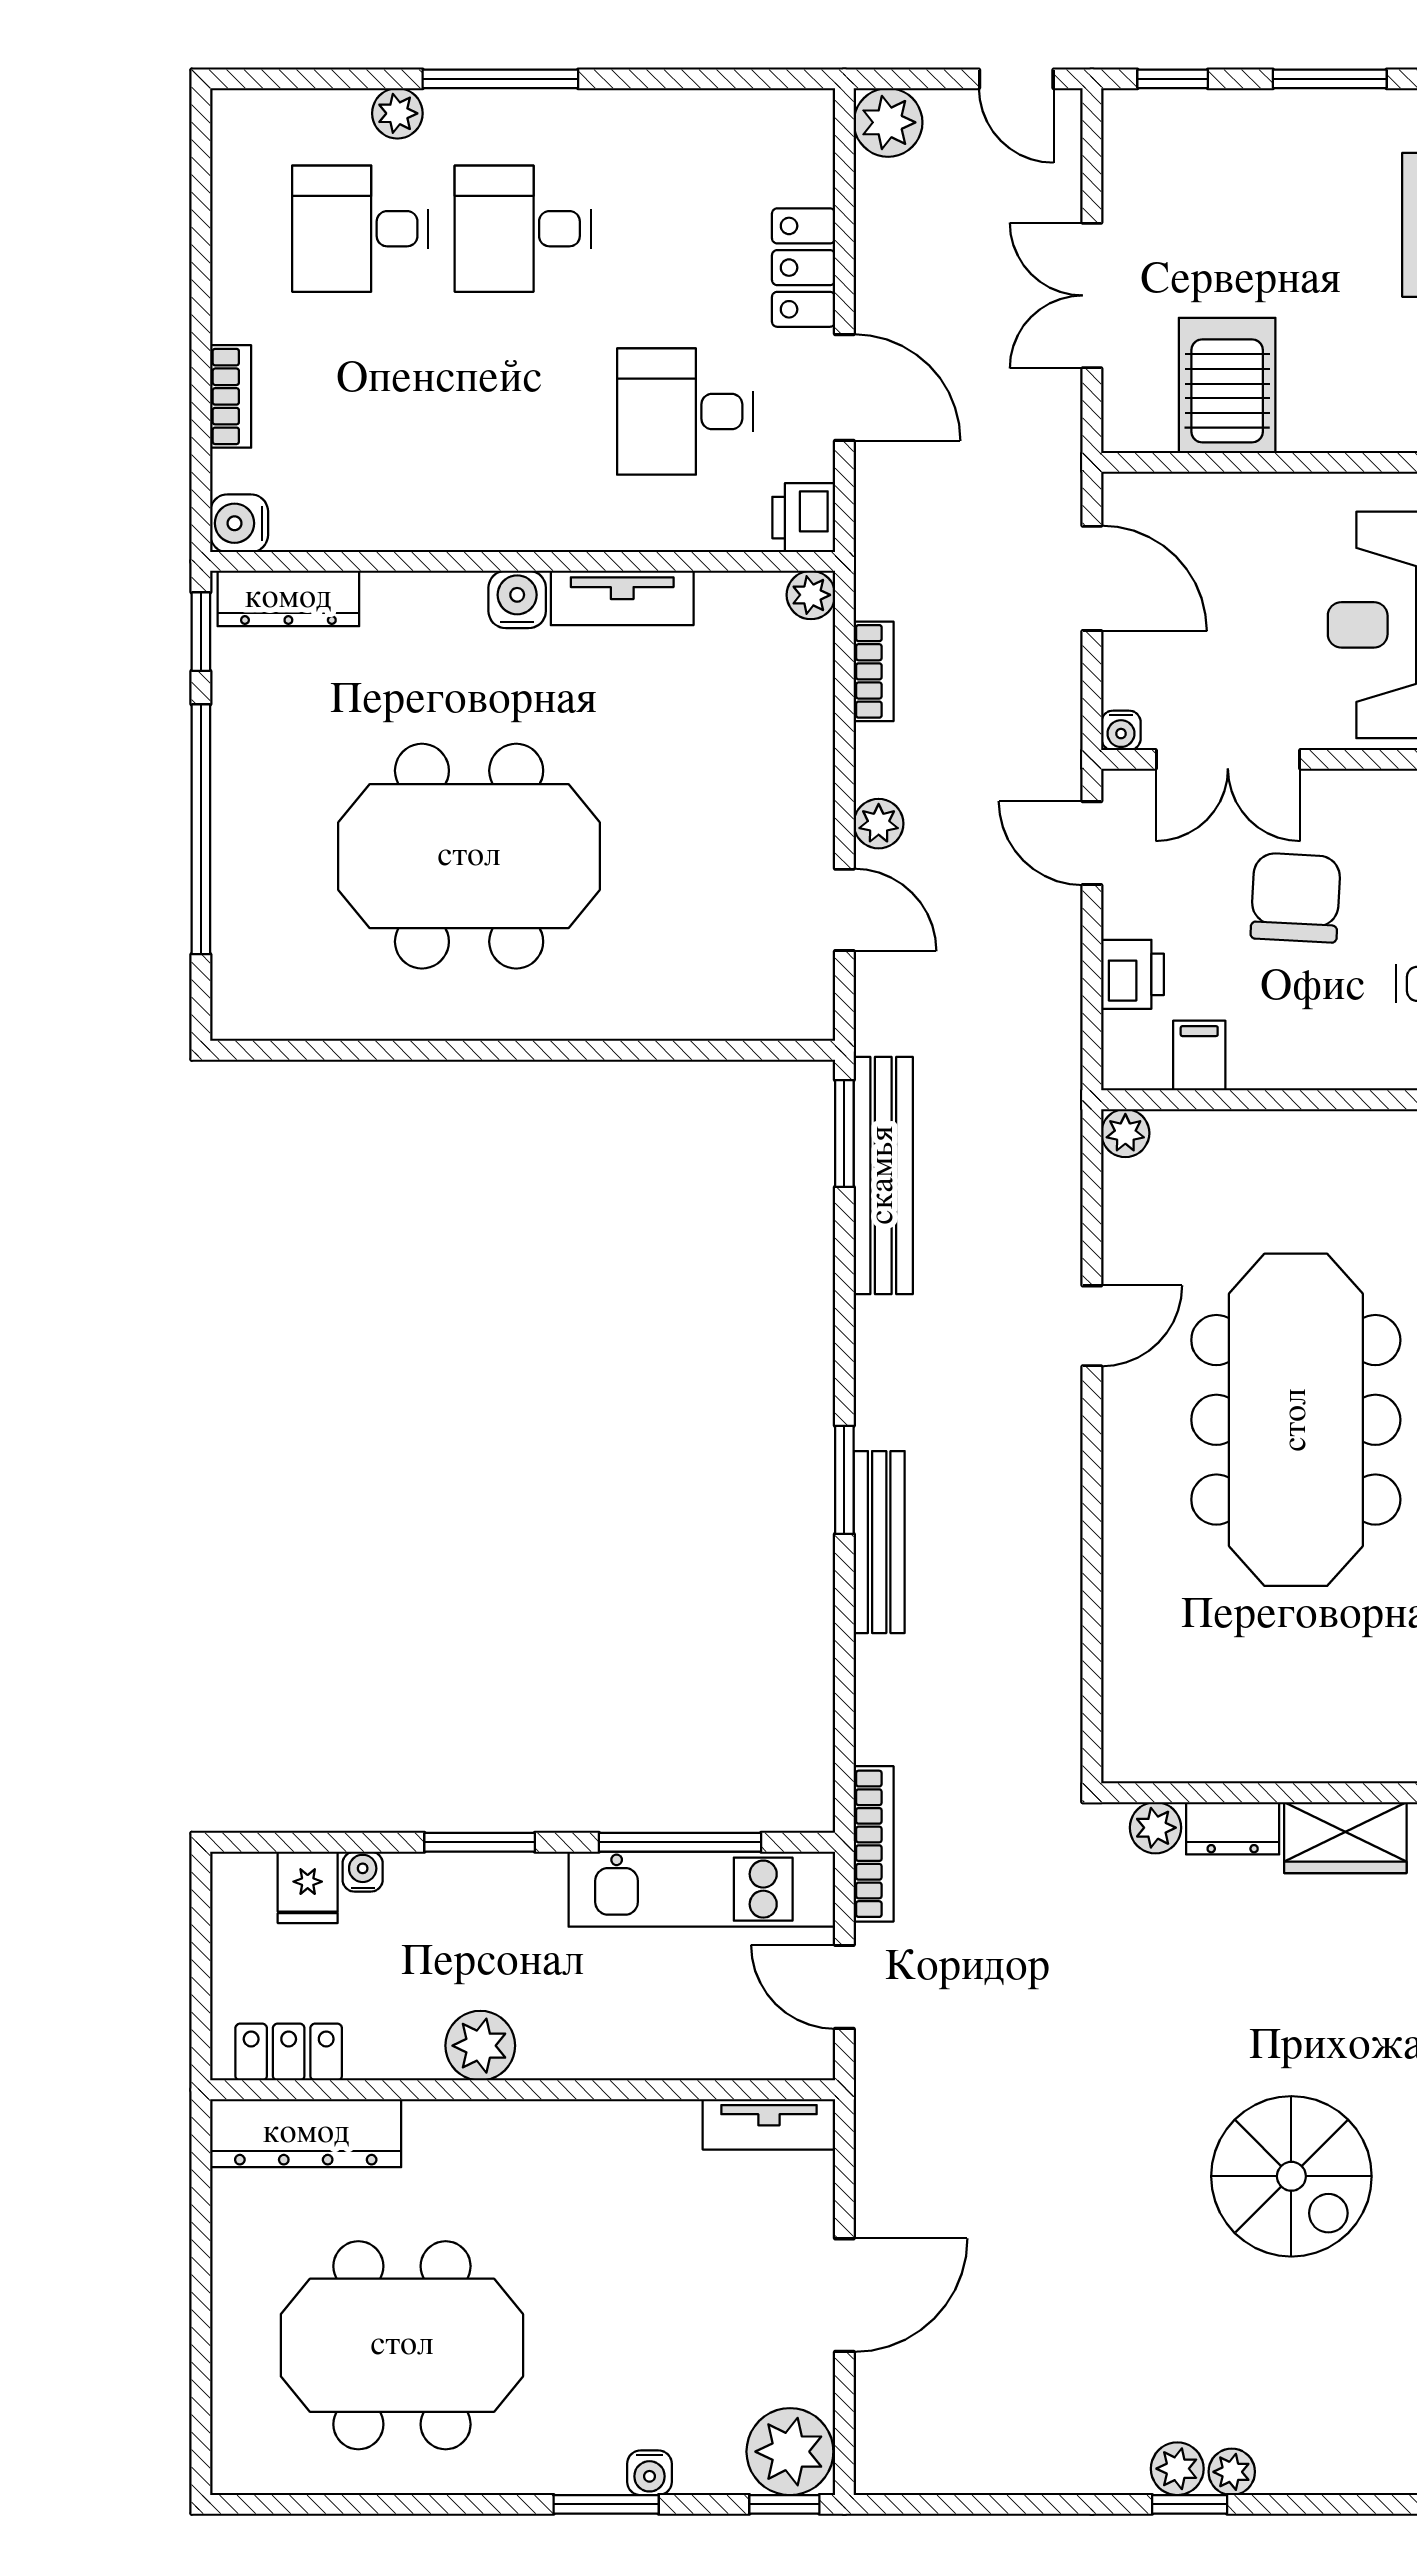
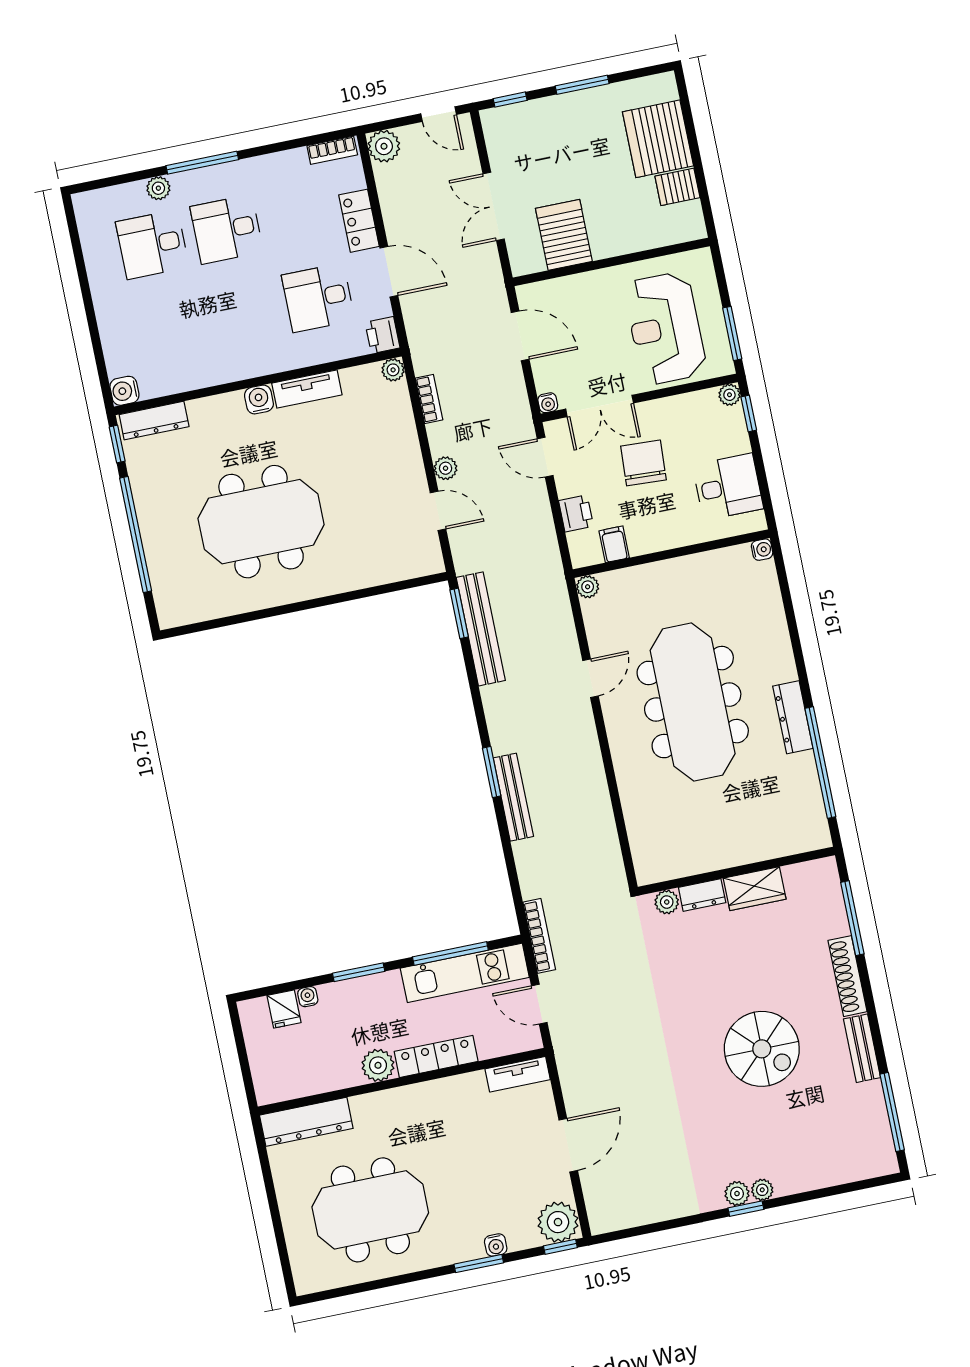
bookcase: (231, 396) -> (332, 150), moved, turned 90
locker: (289, 2052) -> (436, 1056), moved, width x1.53

